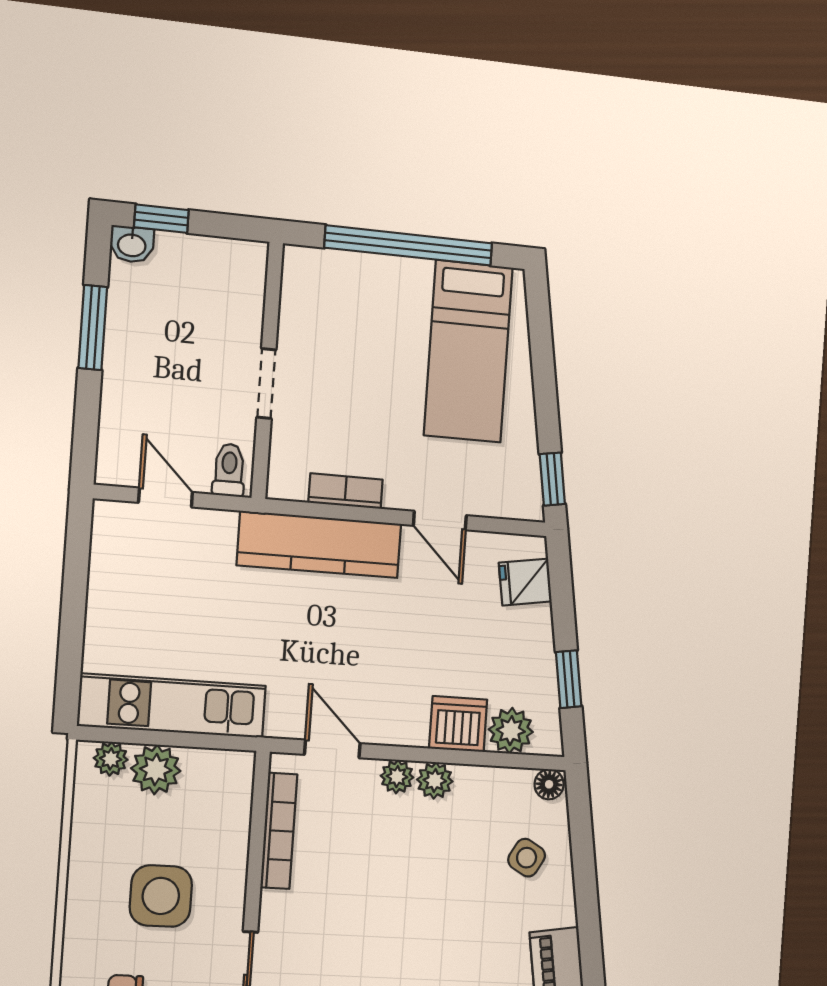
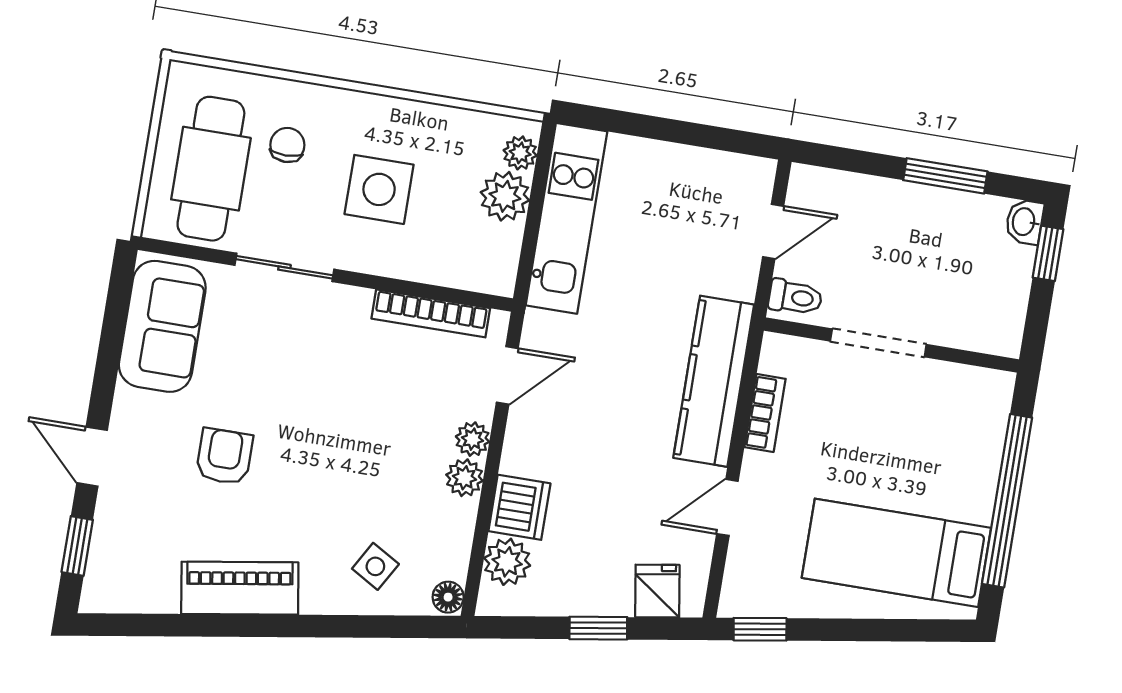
doorway: (266, 384) -> (878, 343), width x1.38
window: (569, 679) -> (598, 628), moved

